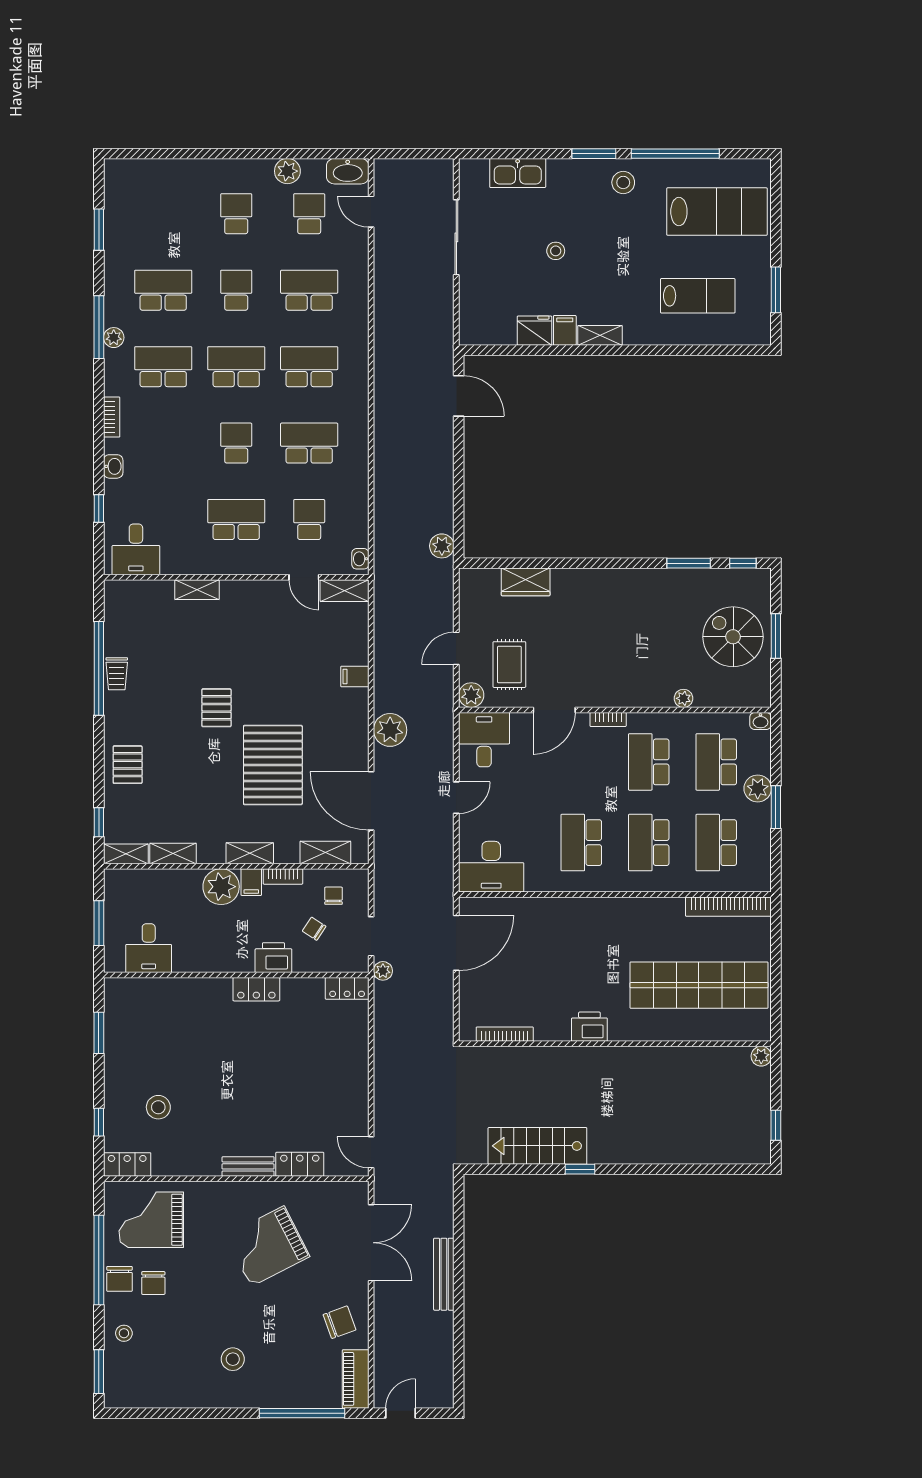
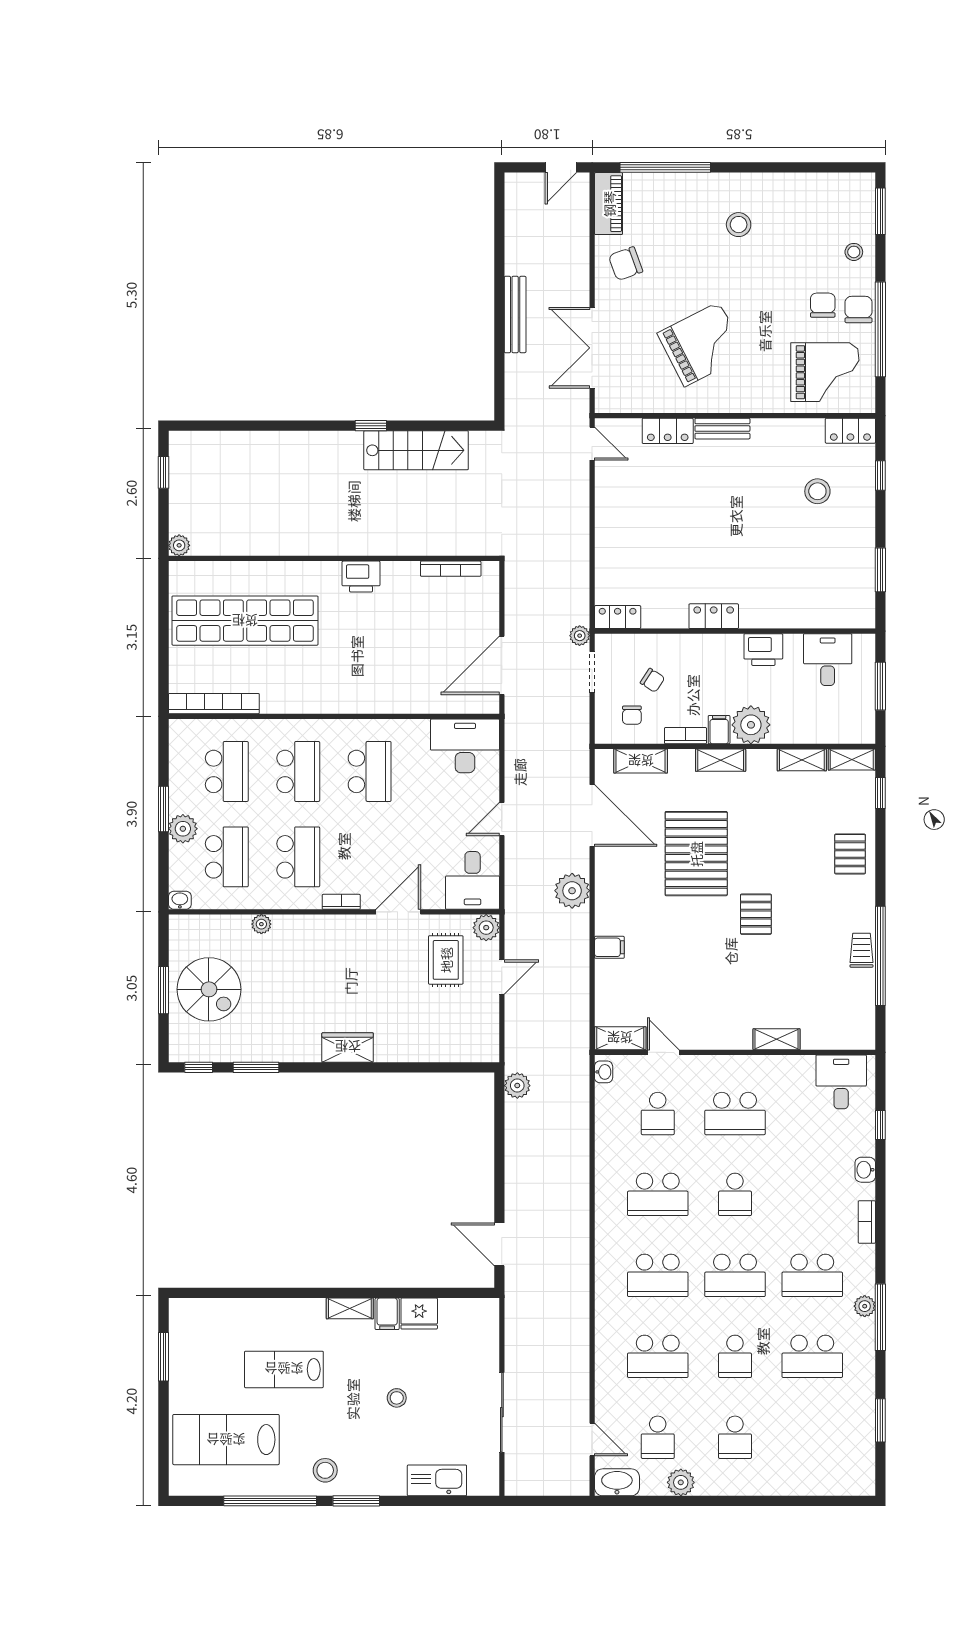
lab bench: (698, 296) -> (284, 1369), moved
wardrobe: (526, 582) -> (348, 1047), moved
printer: (273, 958) -> (763, 650), moved

